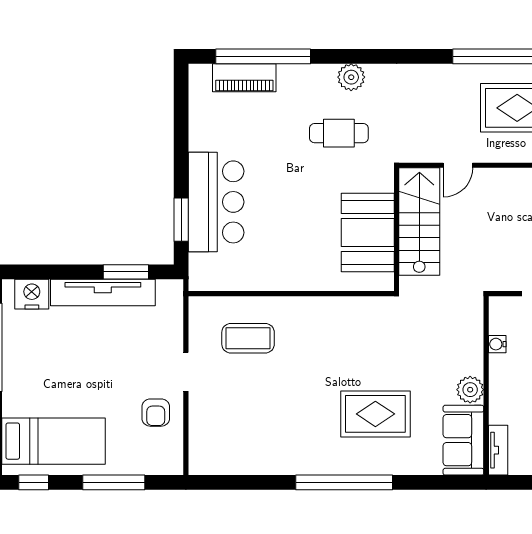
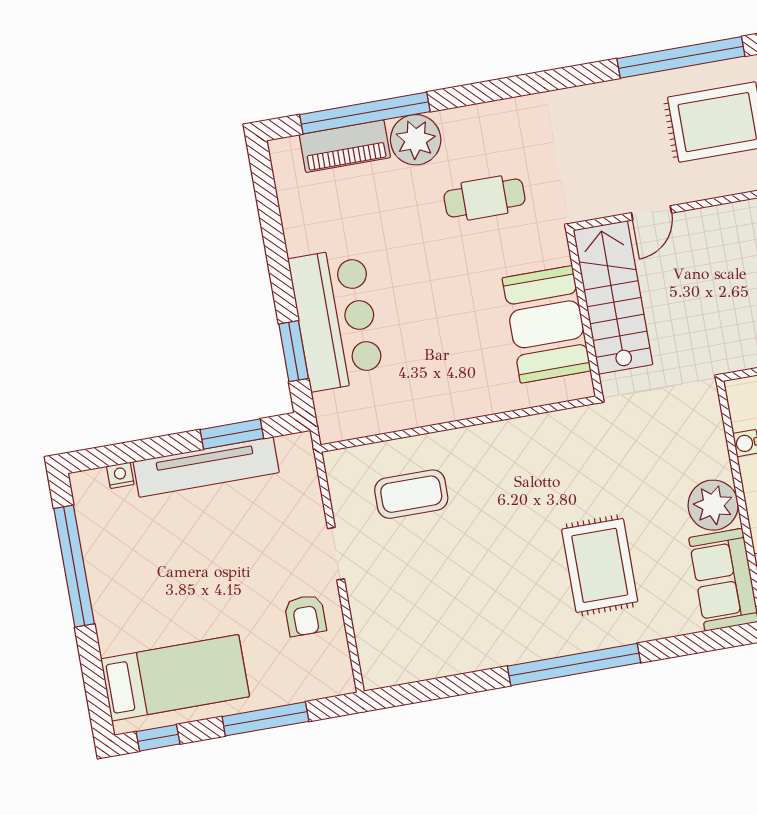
plant: (351, 77) -> (416, 140), moved, width x1.36, depth x1.36
nightstand: (32, 294) -> (120, 475), width x0.53, depth x0.56
plant: (470, 390) -> (713, 505), width x1.36, depth x1.36
rug: (375, 414) -> (600, 565), turned 90

